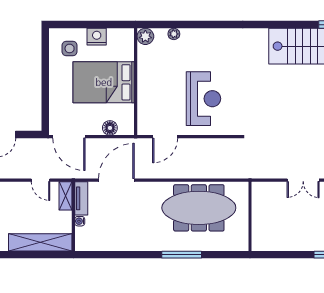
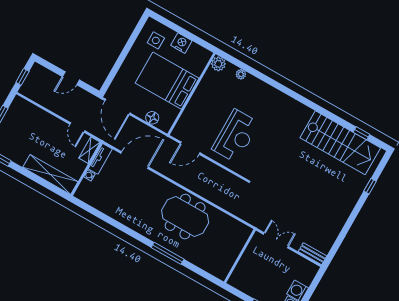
double door: (303, 180) -> (276, 240), swing flipped
meeting table: (199, 208) -> (185, 216), width x0.73
wall: (250, 216) -> (240, 256), moved
window: (182, 255) -> (168, 253), moved

